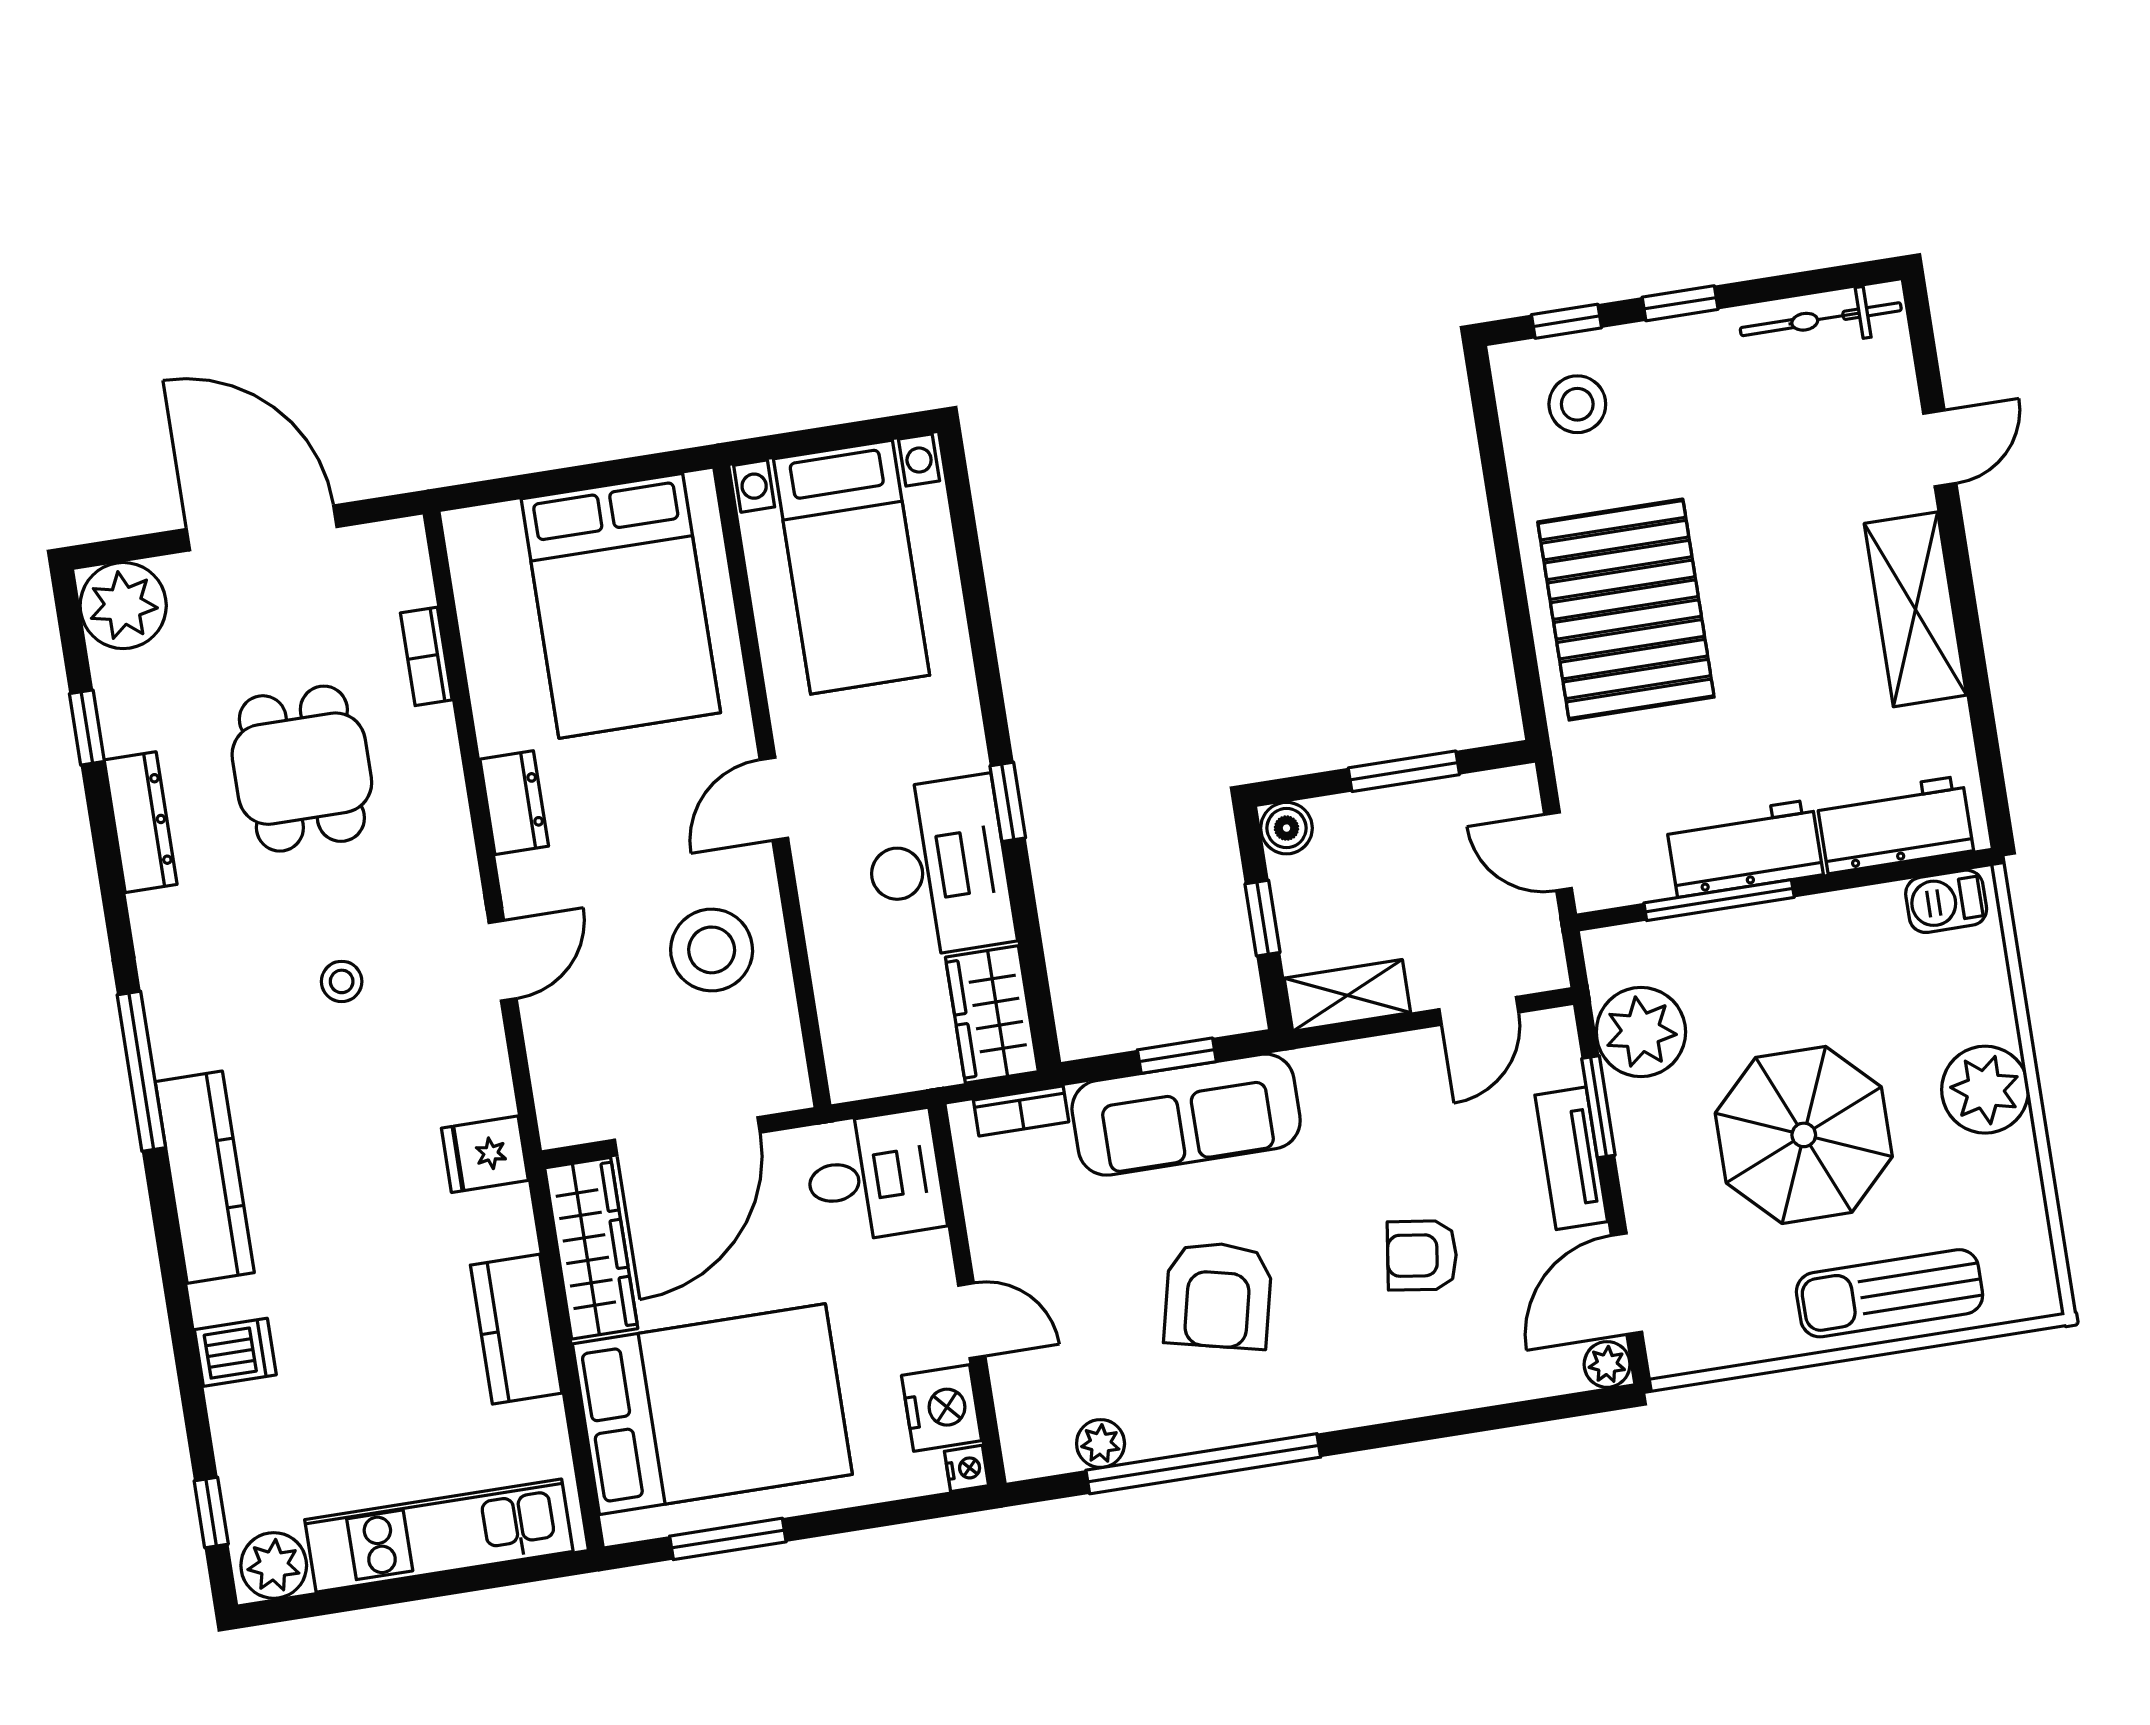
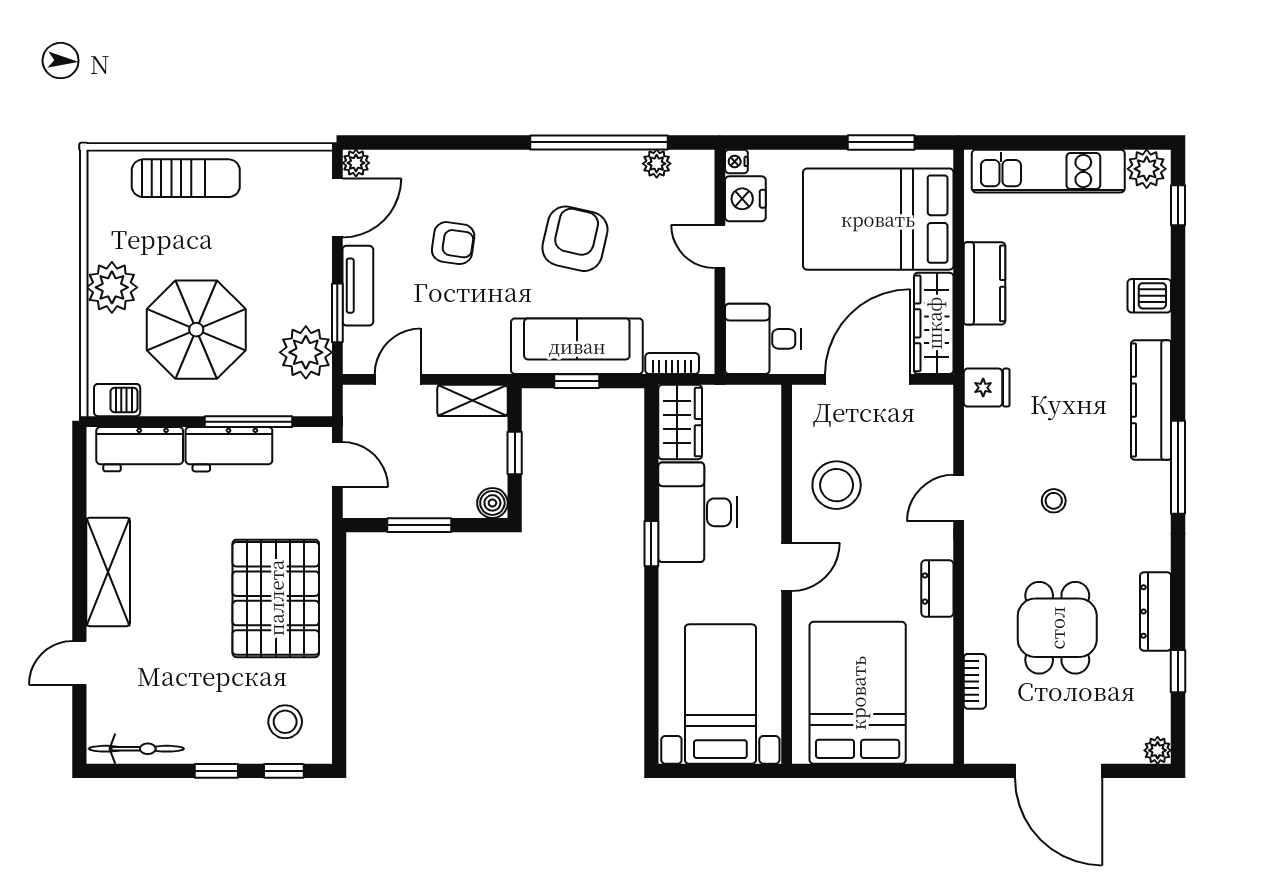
plant: (123, 606) -> (1158, 750), width x0.53, depth x0.53
parasol: (1804, 1135) -> (196, 330), moved

